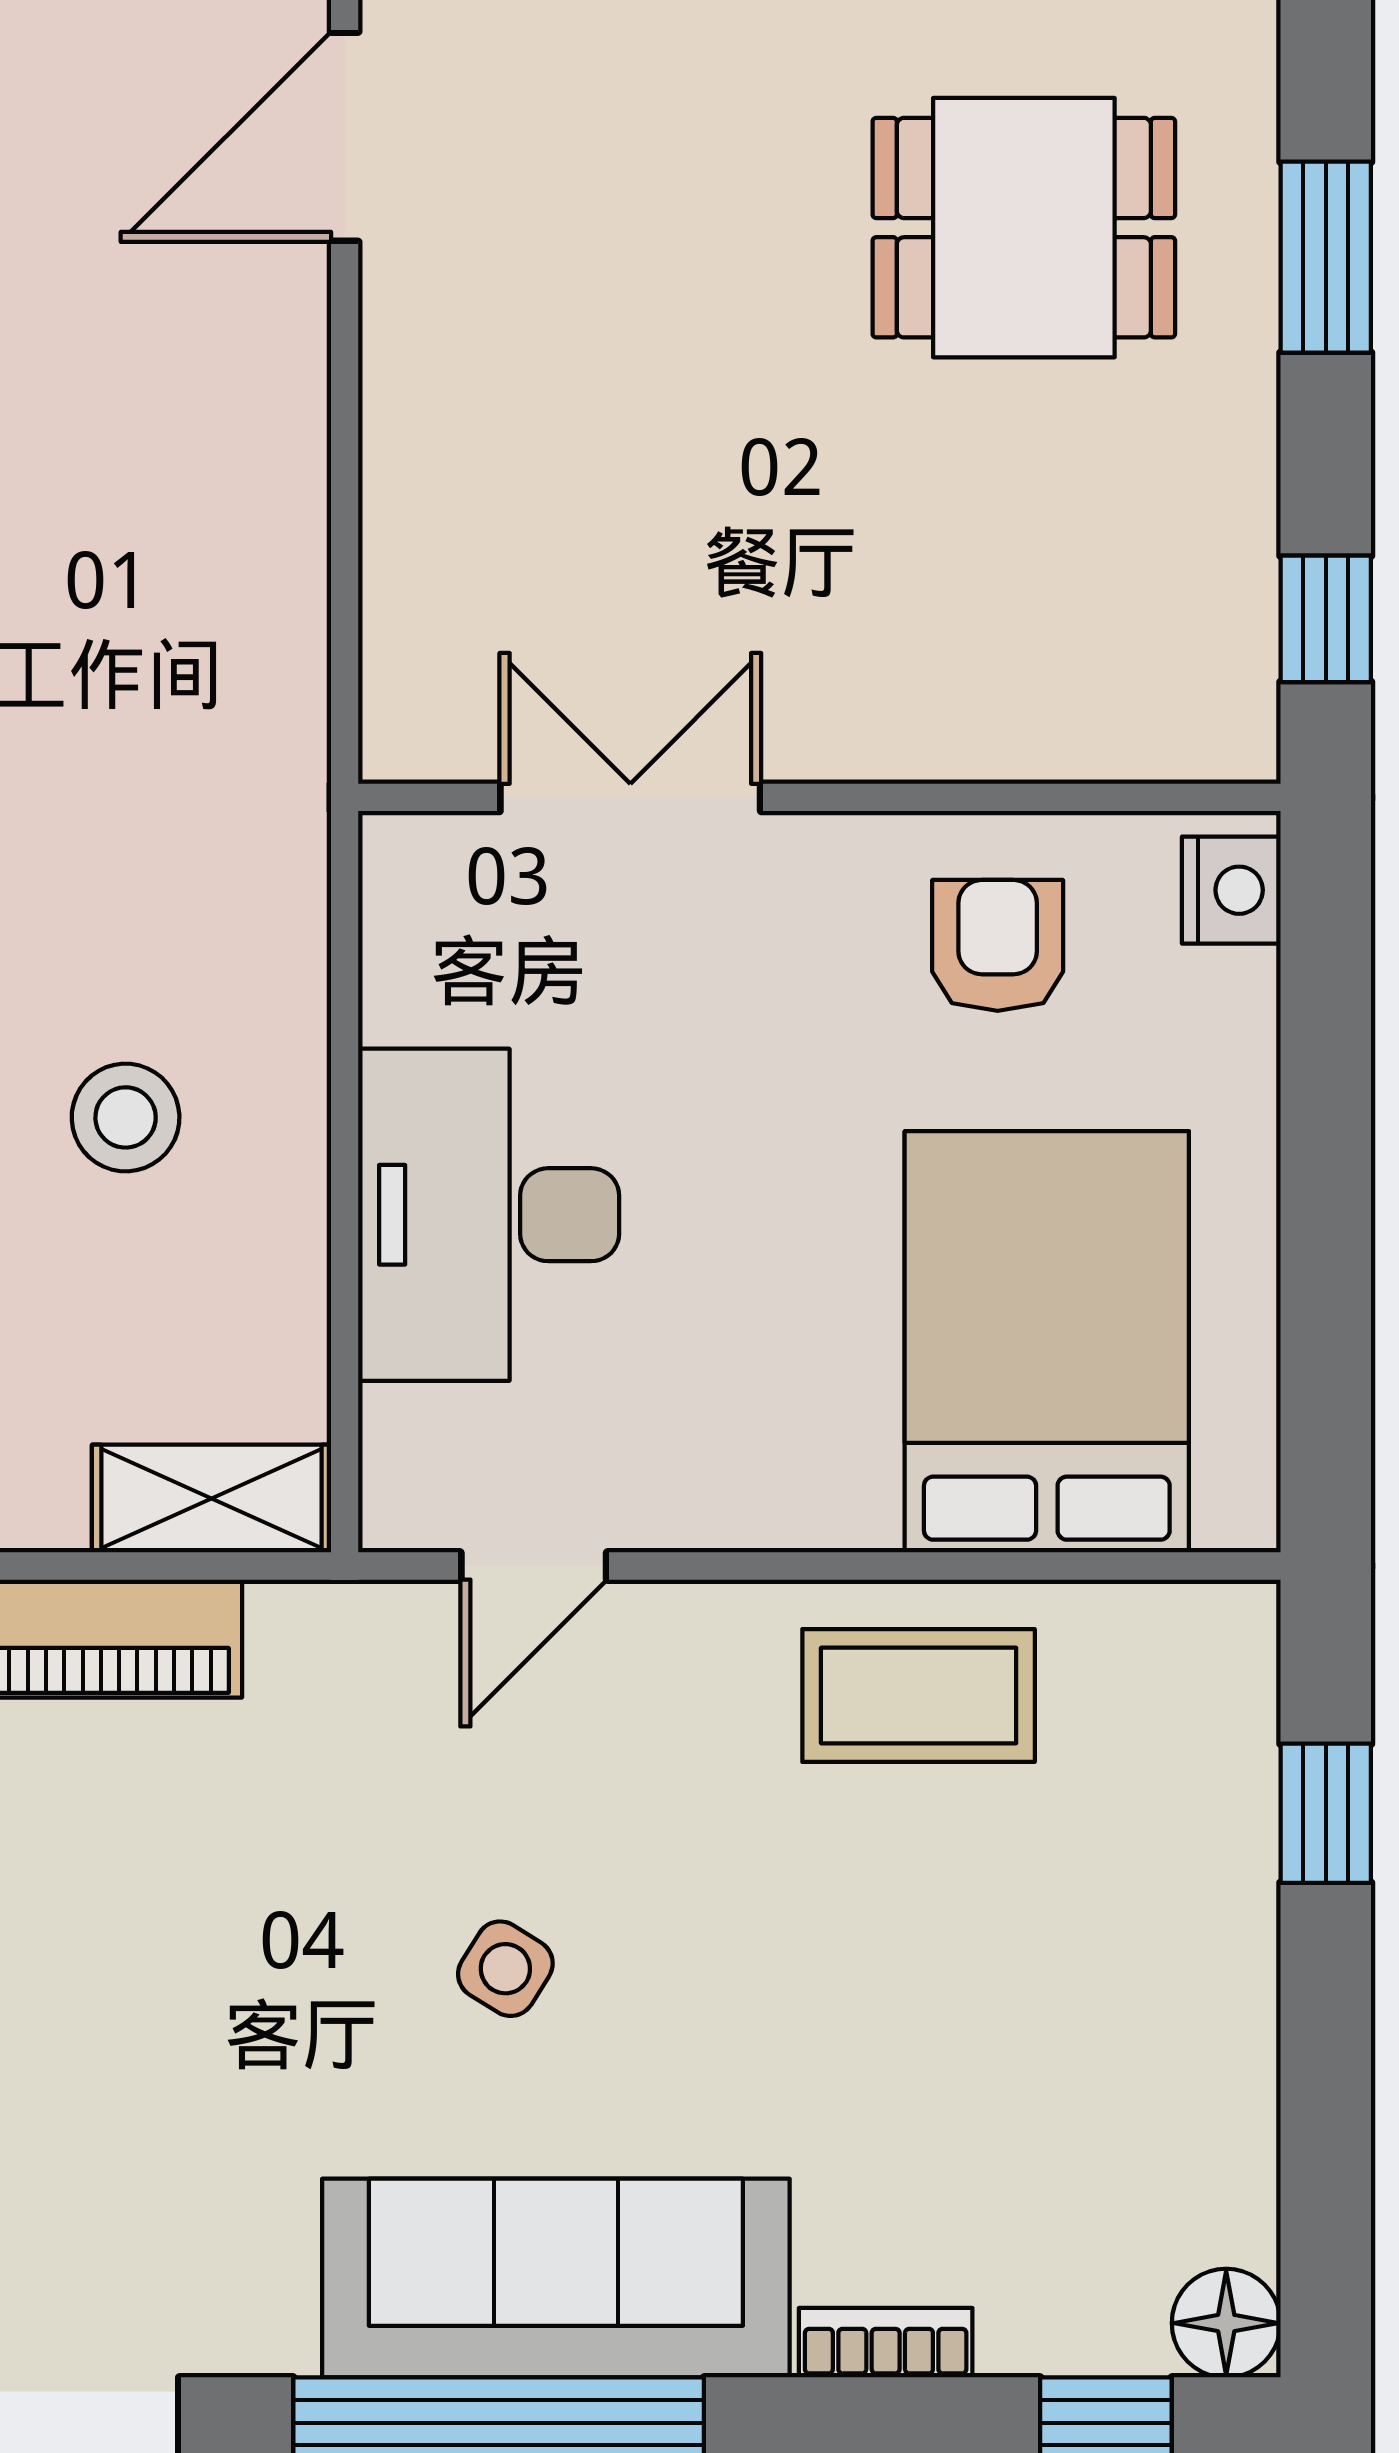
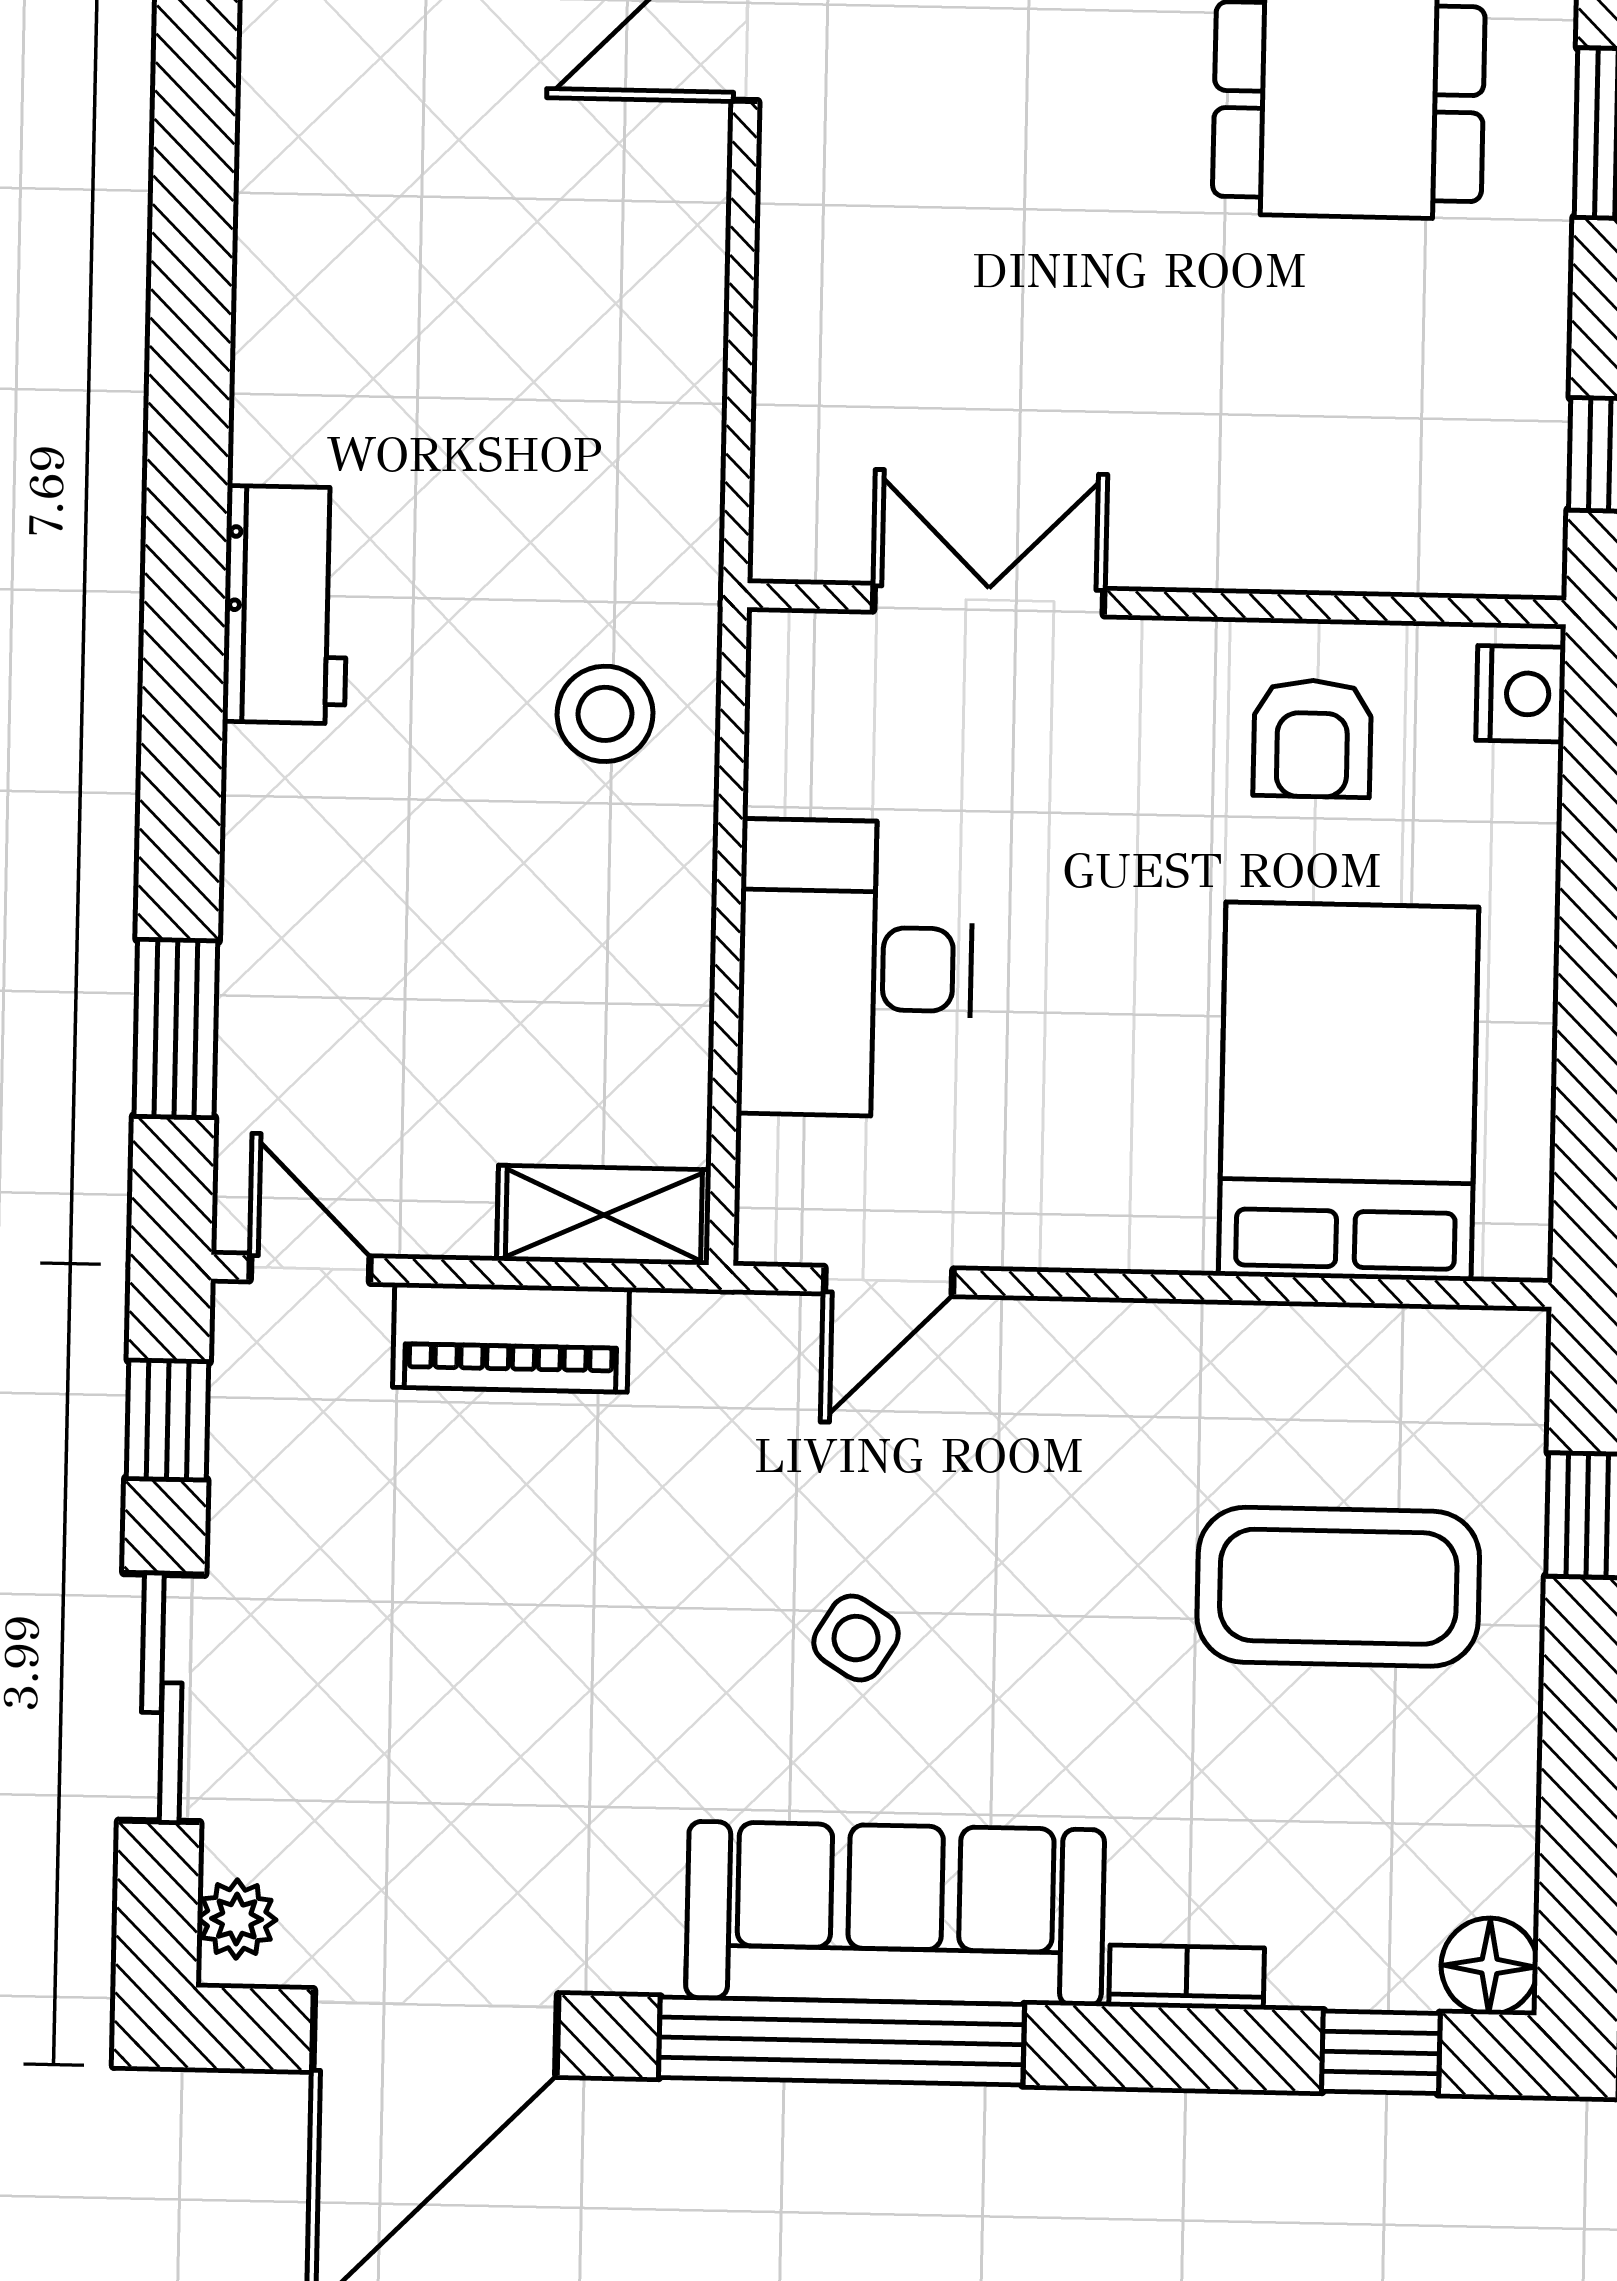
armchair: (998, 945) -> (1312, 739), turned 180
stool: (126, 1117) -> (605, 714), moved
coffee table: (919, 1696) -> (1338, 1587), moved, width x1.36, depth x1.32

